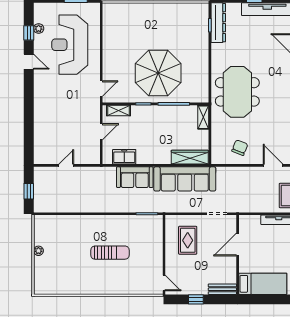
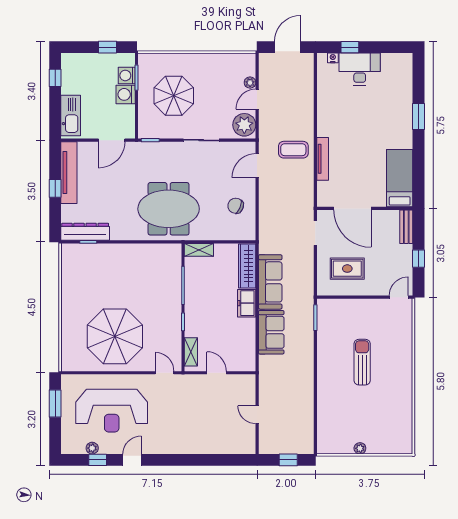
parasol: (158, 73) -> (115, 336), moved
freezer: (124, 157) -> (247, 303), moved
sofa: (185, 179) -> (270, 282), width x0.74, depth x0.79
door: (238, 244) -> (352, 208), width x1.36

